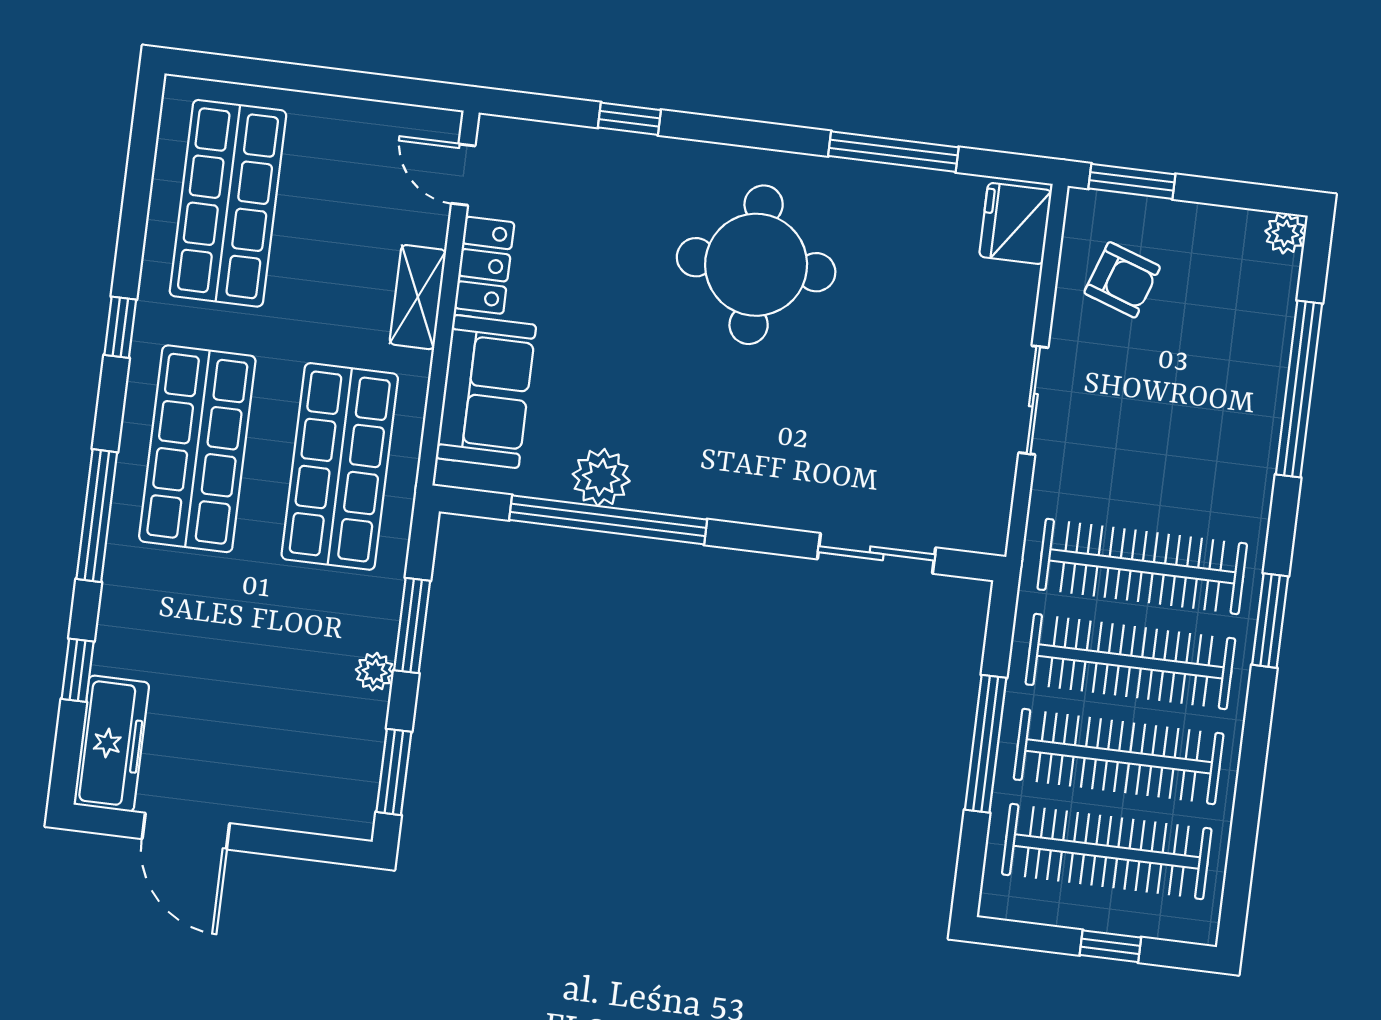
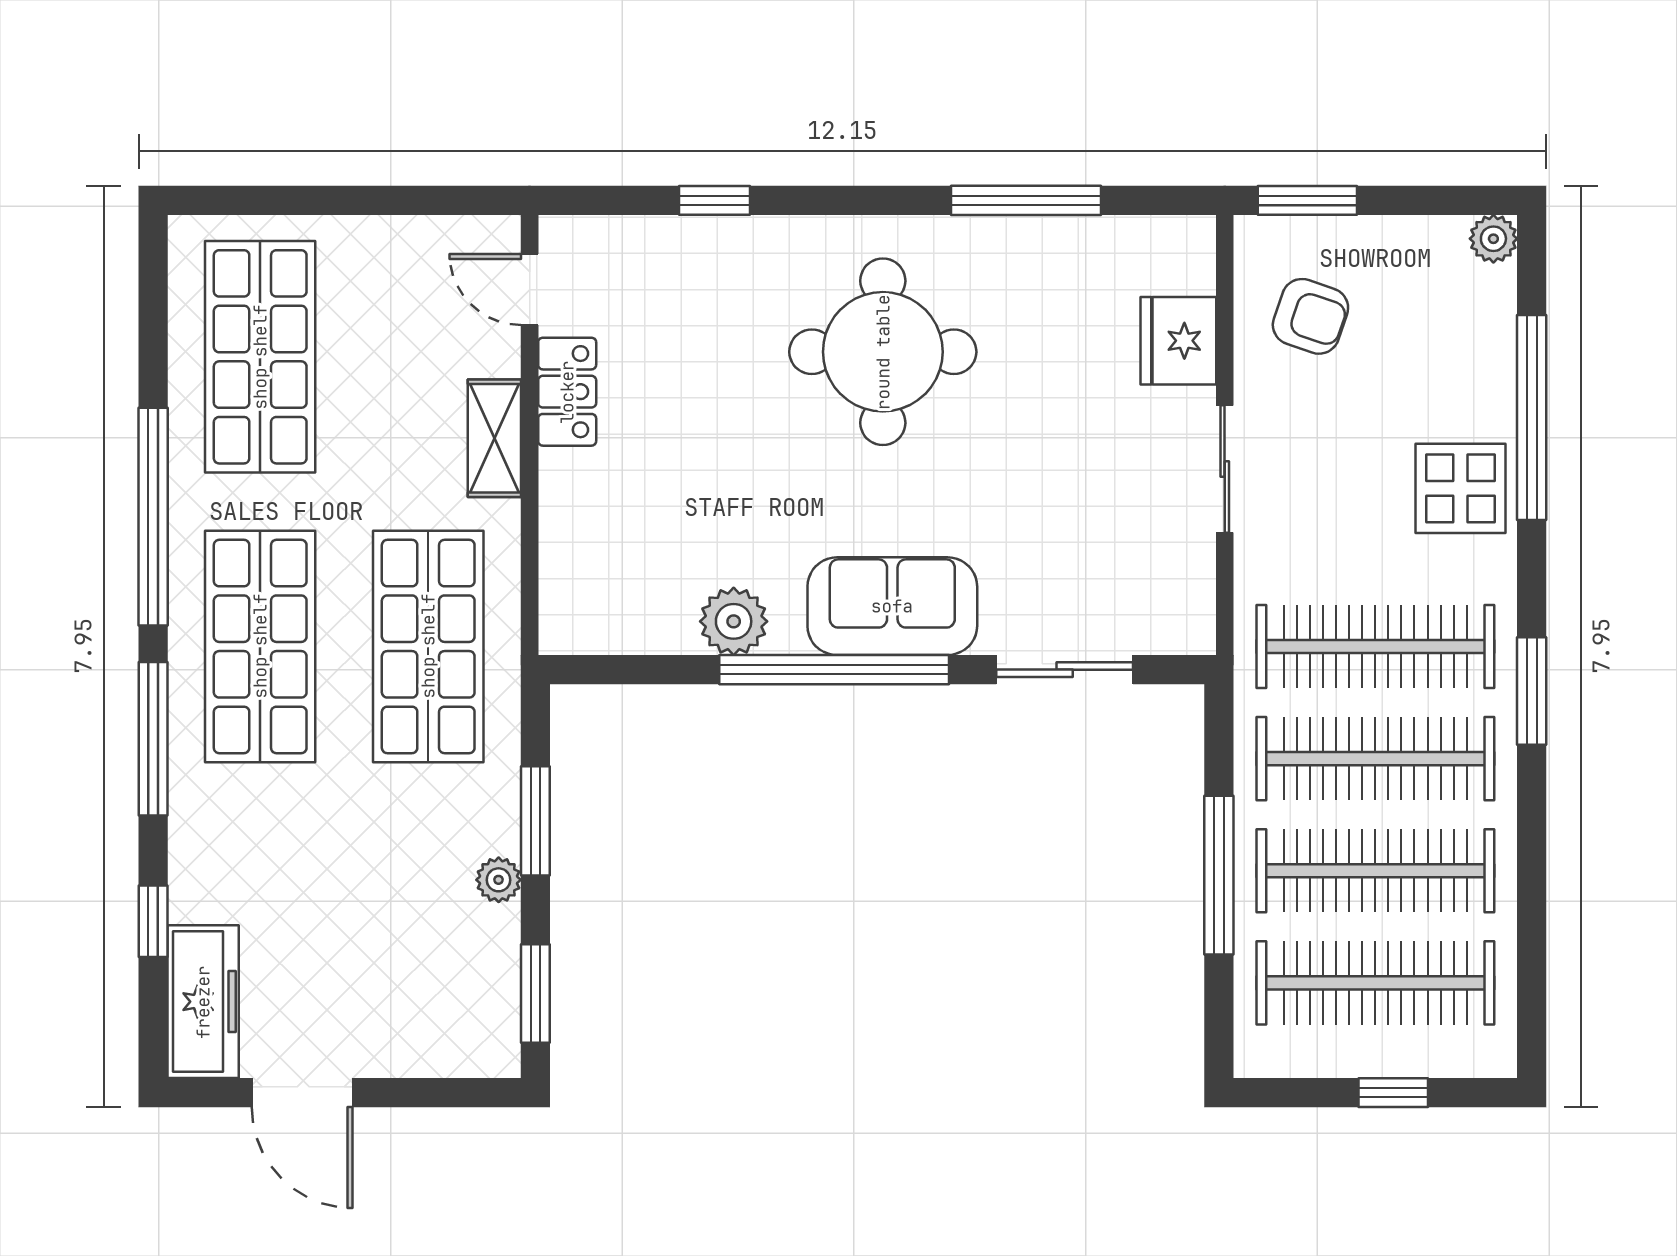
fridge: (1015, 224) -> (1178, 341), moved
window: (120, 327) -> (153, 517), width x3.17
sofa: (486, 391) -> (892, 606), moved, turned -90
display table: (1231, 441) -> (1460, 488), added
window: (608, 520) -> (834, 670), moved

